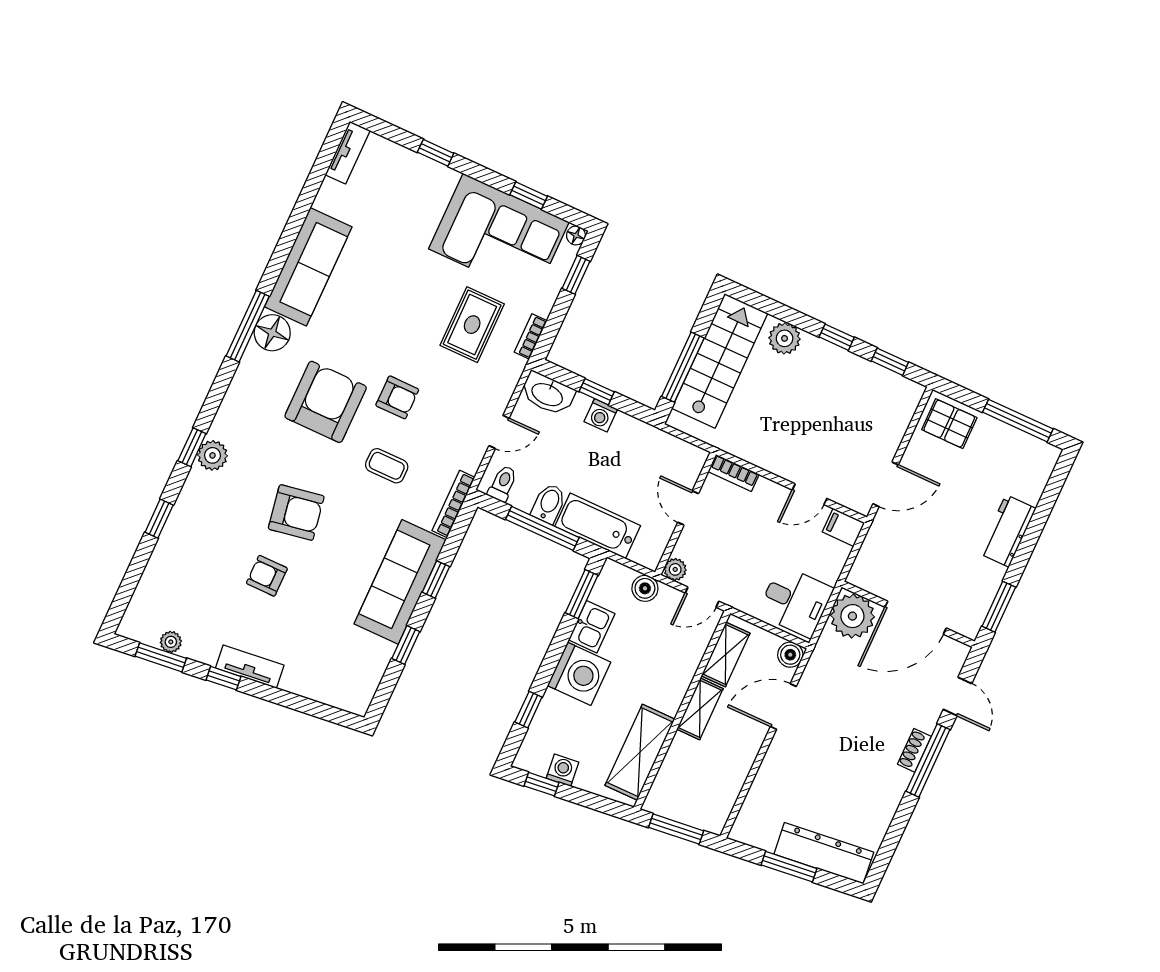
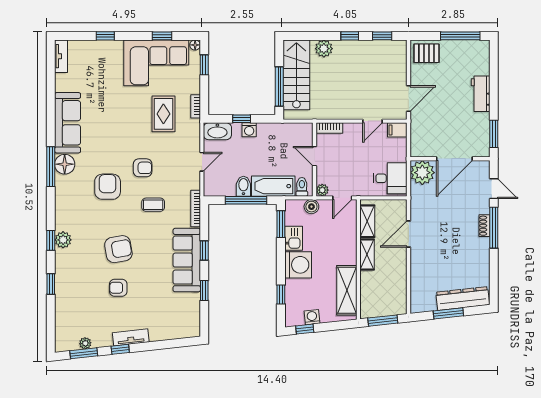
armchair: (326, 402) -> (108, 187), width x0.73, depth x0.73
toilet: (503, 484) -> (302, 187), moved
boiler: (790, 655) -> (400, 206), removed

